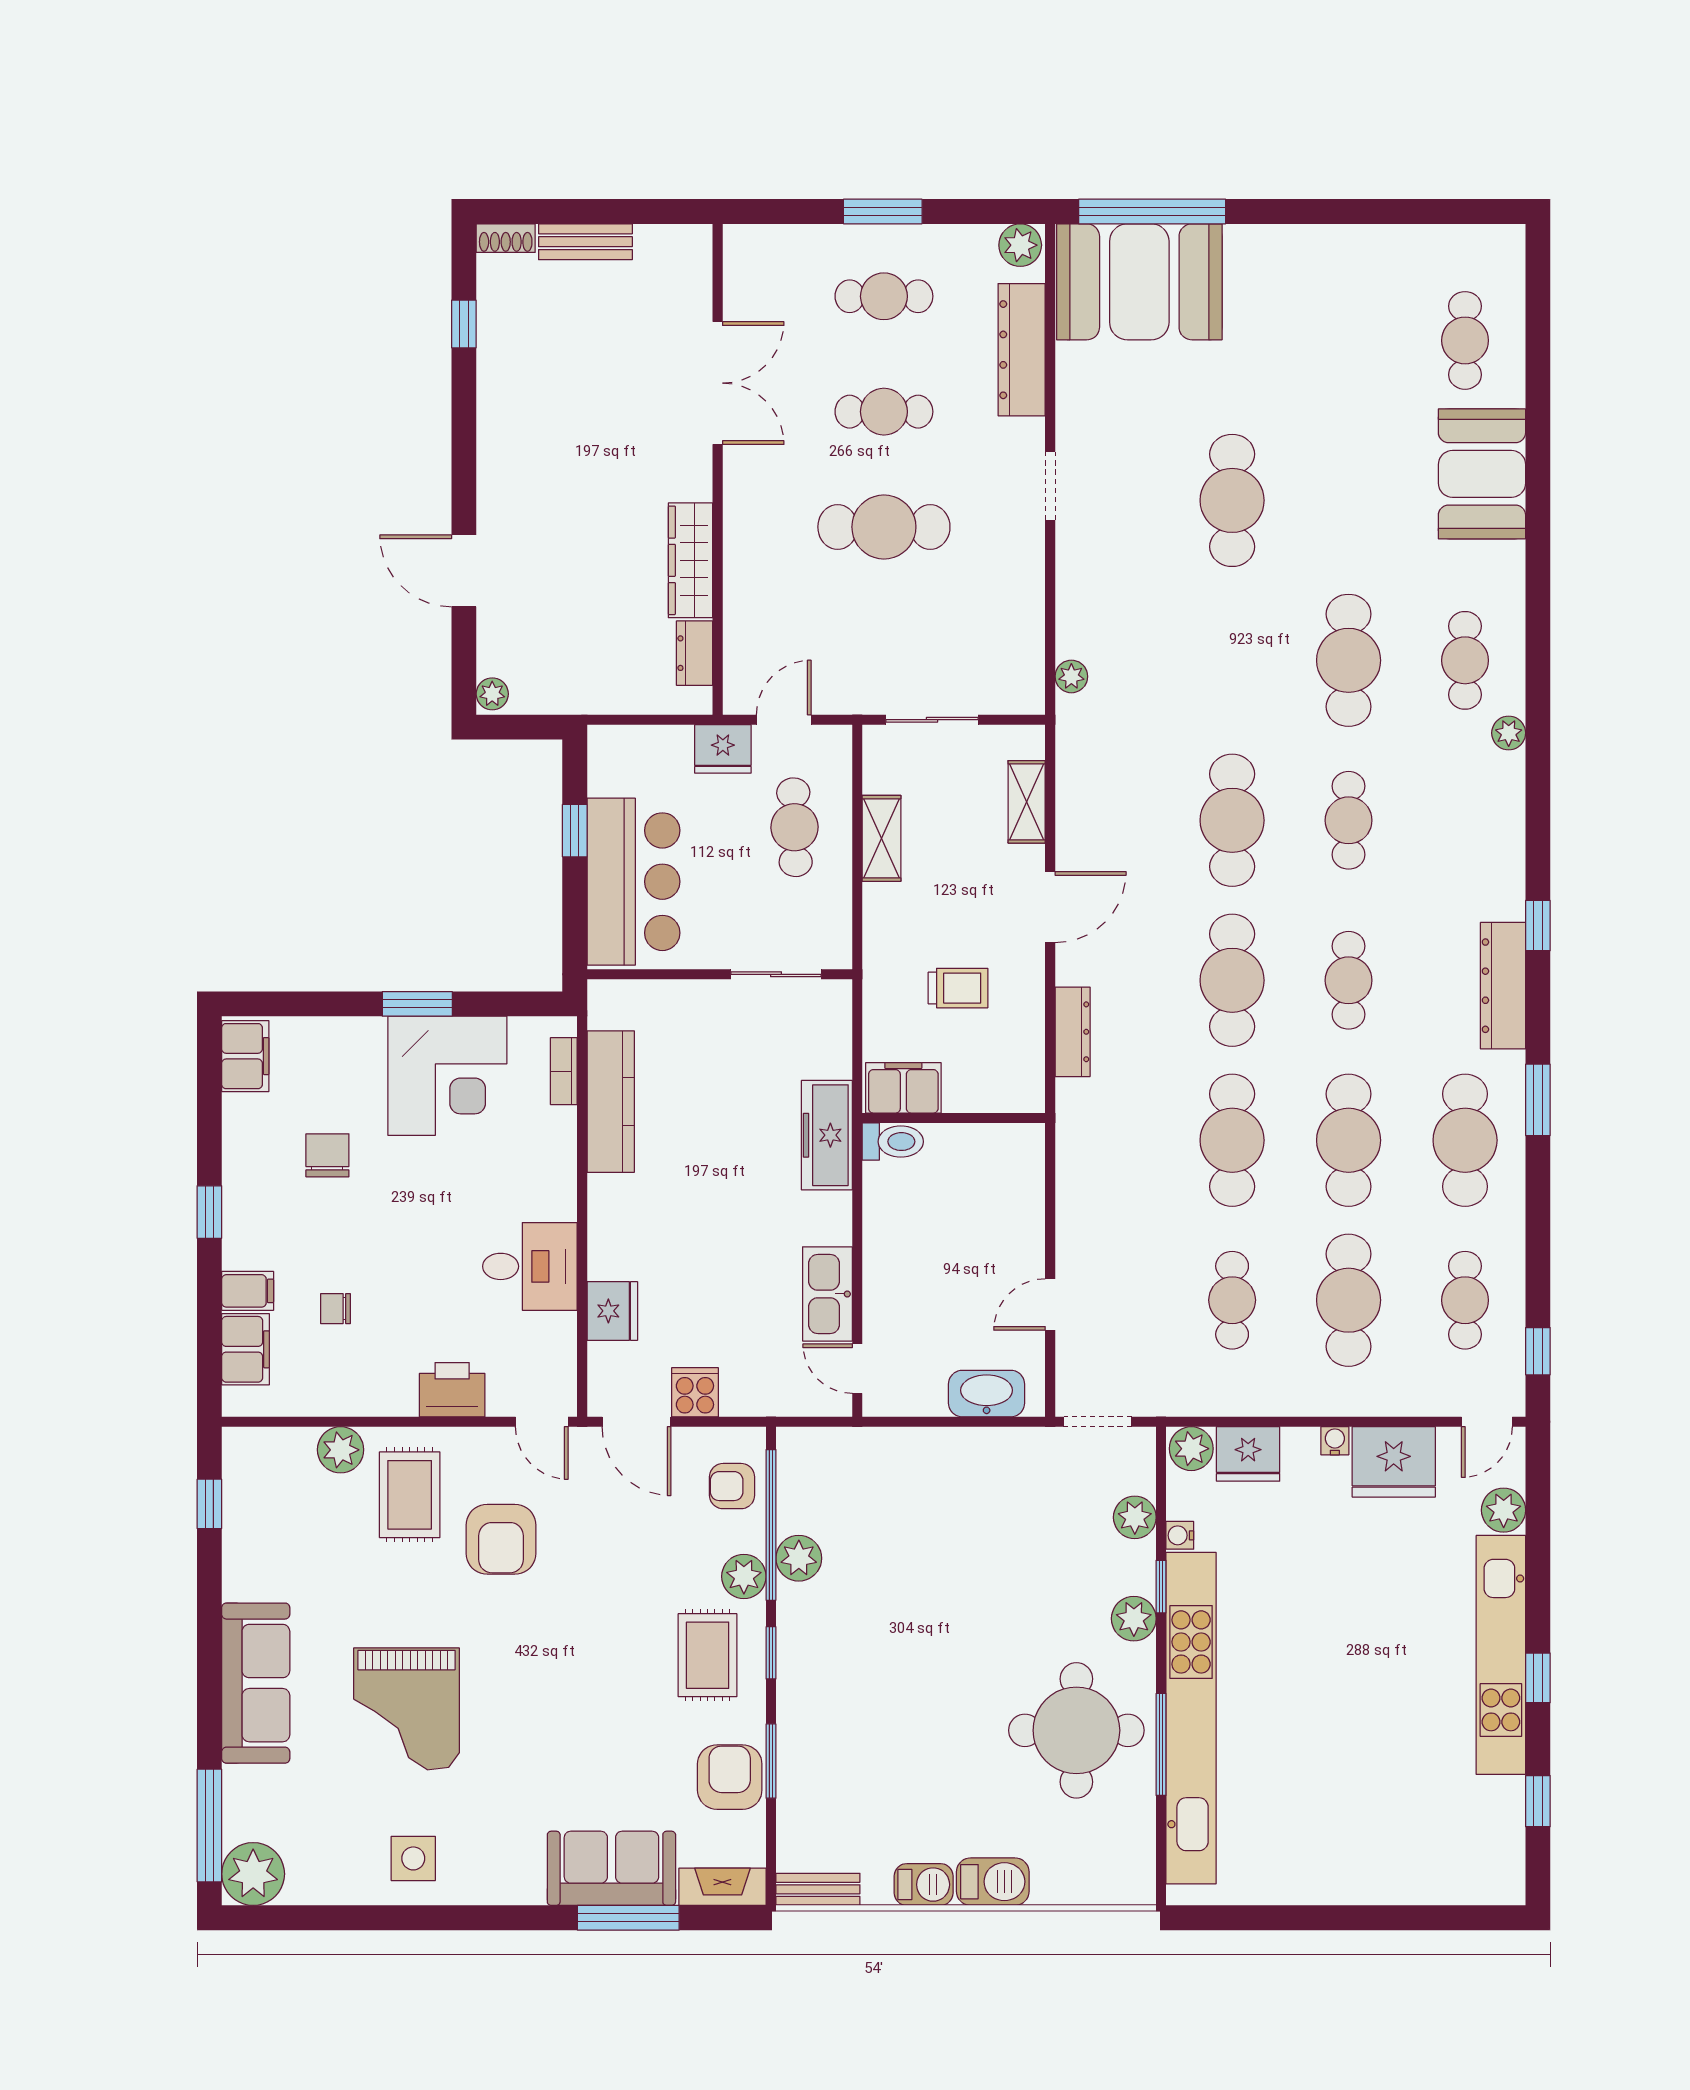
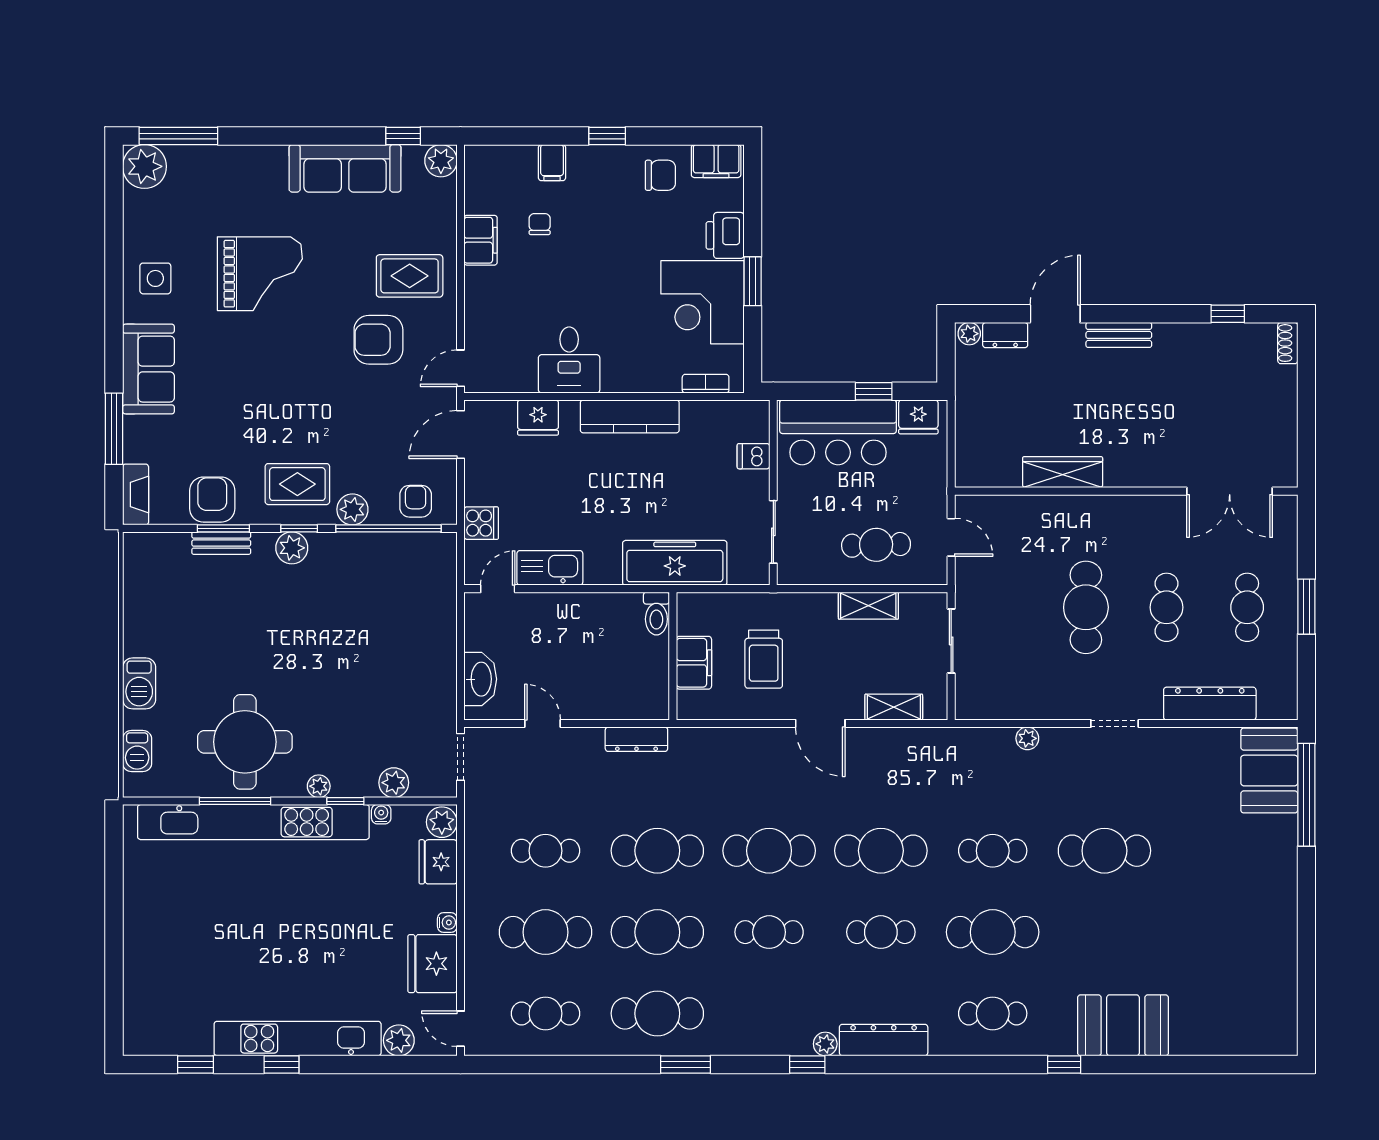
bench: (585, 242) -> (1119, 335), moved, turned 90
plant: (1020, 245) -> (1283, 703), removed
booth: (1139, 282) -> (1269, 771), width x0.73, depth x0.70
cafe table: (1465, 340) -> (993, 851), moved
double door: (718, 383) -> (1230, 491), moved
dresser: (695, 653) -> (1005, 335), moved, turned 180
plant: (1071, 676) -> (1027, 738), moved
plant: (1509, 733) -> (825, 1044), moved
fridge: (723, 749) -> (918, 417), moved, turned -90
dresser: (1503, 986) -> (884, 1040), moved
trolley: (958, 988) -> (764, 659), width x1.36, depth x1.39
dishwasher: (668, 1003) -> (754, 456), added
dresser: (1073, 1032) -> (636, 739), moved
filing cabinet: (903, 1088) -> (694, 663), moved
kitchen counter: (611, 1102) -> (630, 416), moved
freezer: (827, 1135) -> (675, 563), width x1.36, depth x1.26
chair: (327, 1155) -> (660, 175), moved
filing cabinet: (245, 1349) -> (481, 240), moved, turned -90
window: (1538, 1351) -> (1064, 1064), moved
printer: (452, 1390) -> (725, 235), moved, turned 180
cooker: (695, 1392) -> (481, 523), moved
plant: (341, 1450) -> (441, 161), moved
plant: (799, 1558) -> (292, 548), moved
plant: (1134, 1619) -> (319, 786), width x0.73, depth x0.73
sofa: (256, 1683) -> (345, 168), moved
grand piano: (406, 1709) -> (260, 274), turned 180
armchair: (730, 1777) -> (212, 500), turned -90
sofa: (611, 1868) -> (148, 369), moved
barbecue: (924, 1885) -> (137, 751), moved
bench: (818, 1889) -> (221, 543), moved, turned 90

